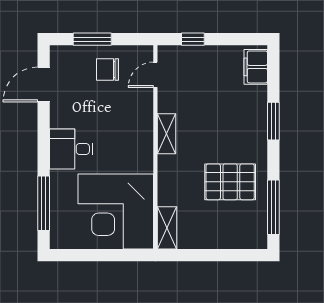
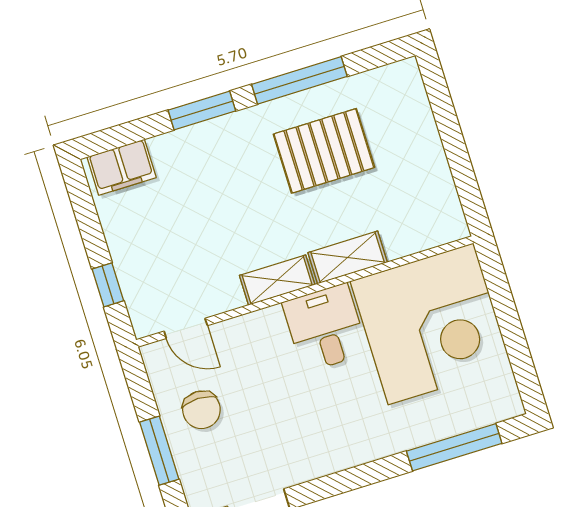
desk: (71, 149) -> (325, 328), moved, turned 180
pallet: (230, 182) -> (324, 151), turned 90
window: (273, 207) -> (299, 80), moved
shelving: (167, 228) -> (348, 257), moved

